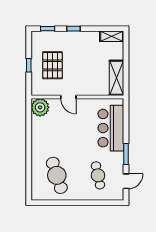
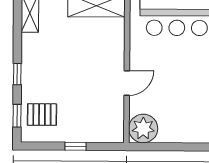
pallet: (52, 65) -> (42, 115), moved, width x0.67, depth x0.71

